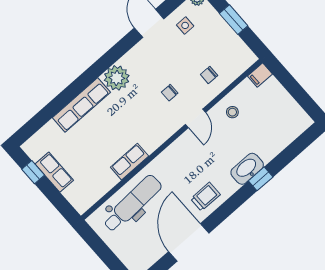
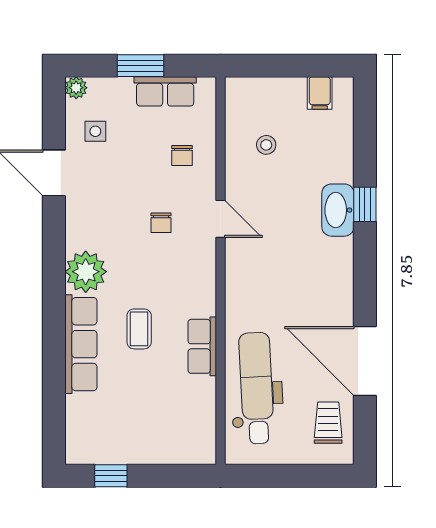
filing cabinet: (260, 75) -> (320, 93), moved
stool: (232, 112) -> (266, 145), moved
coffee table: (112, 126) -> (139, 329), added
row of seats: (54, 172) -> (165, 91), moved, turned 180
trolley: (205, 197) -> (328, 423), moved

